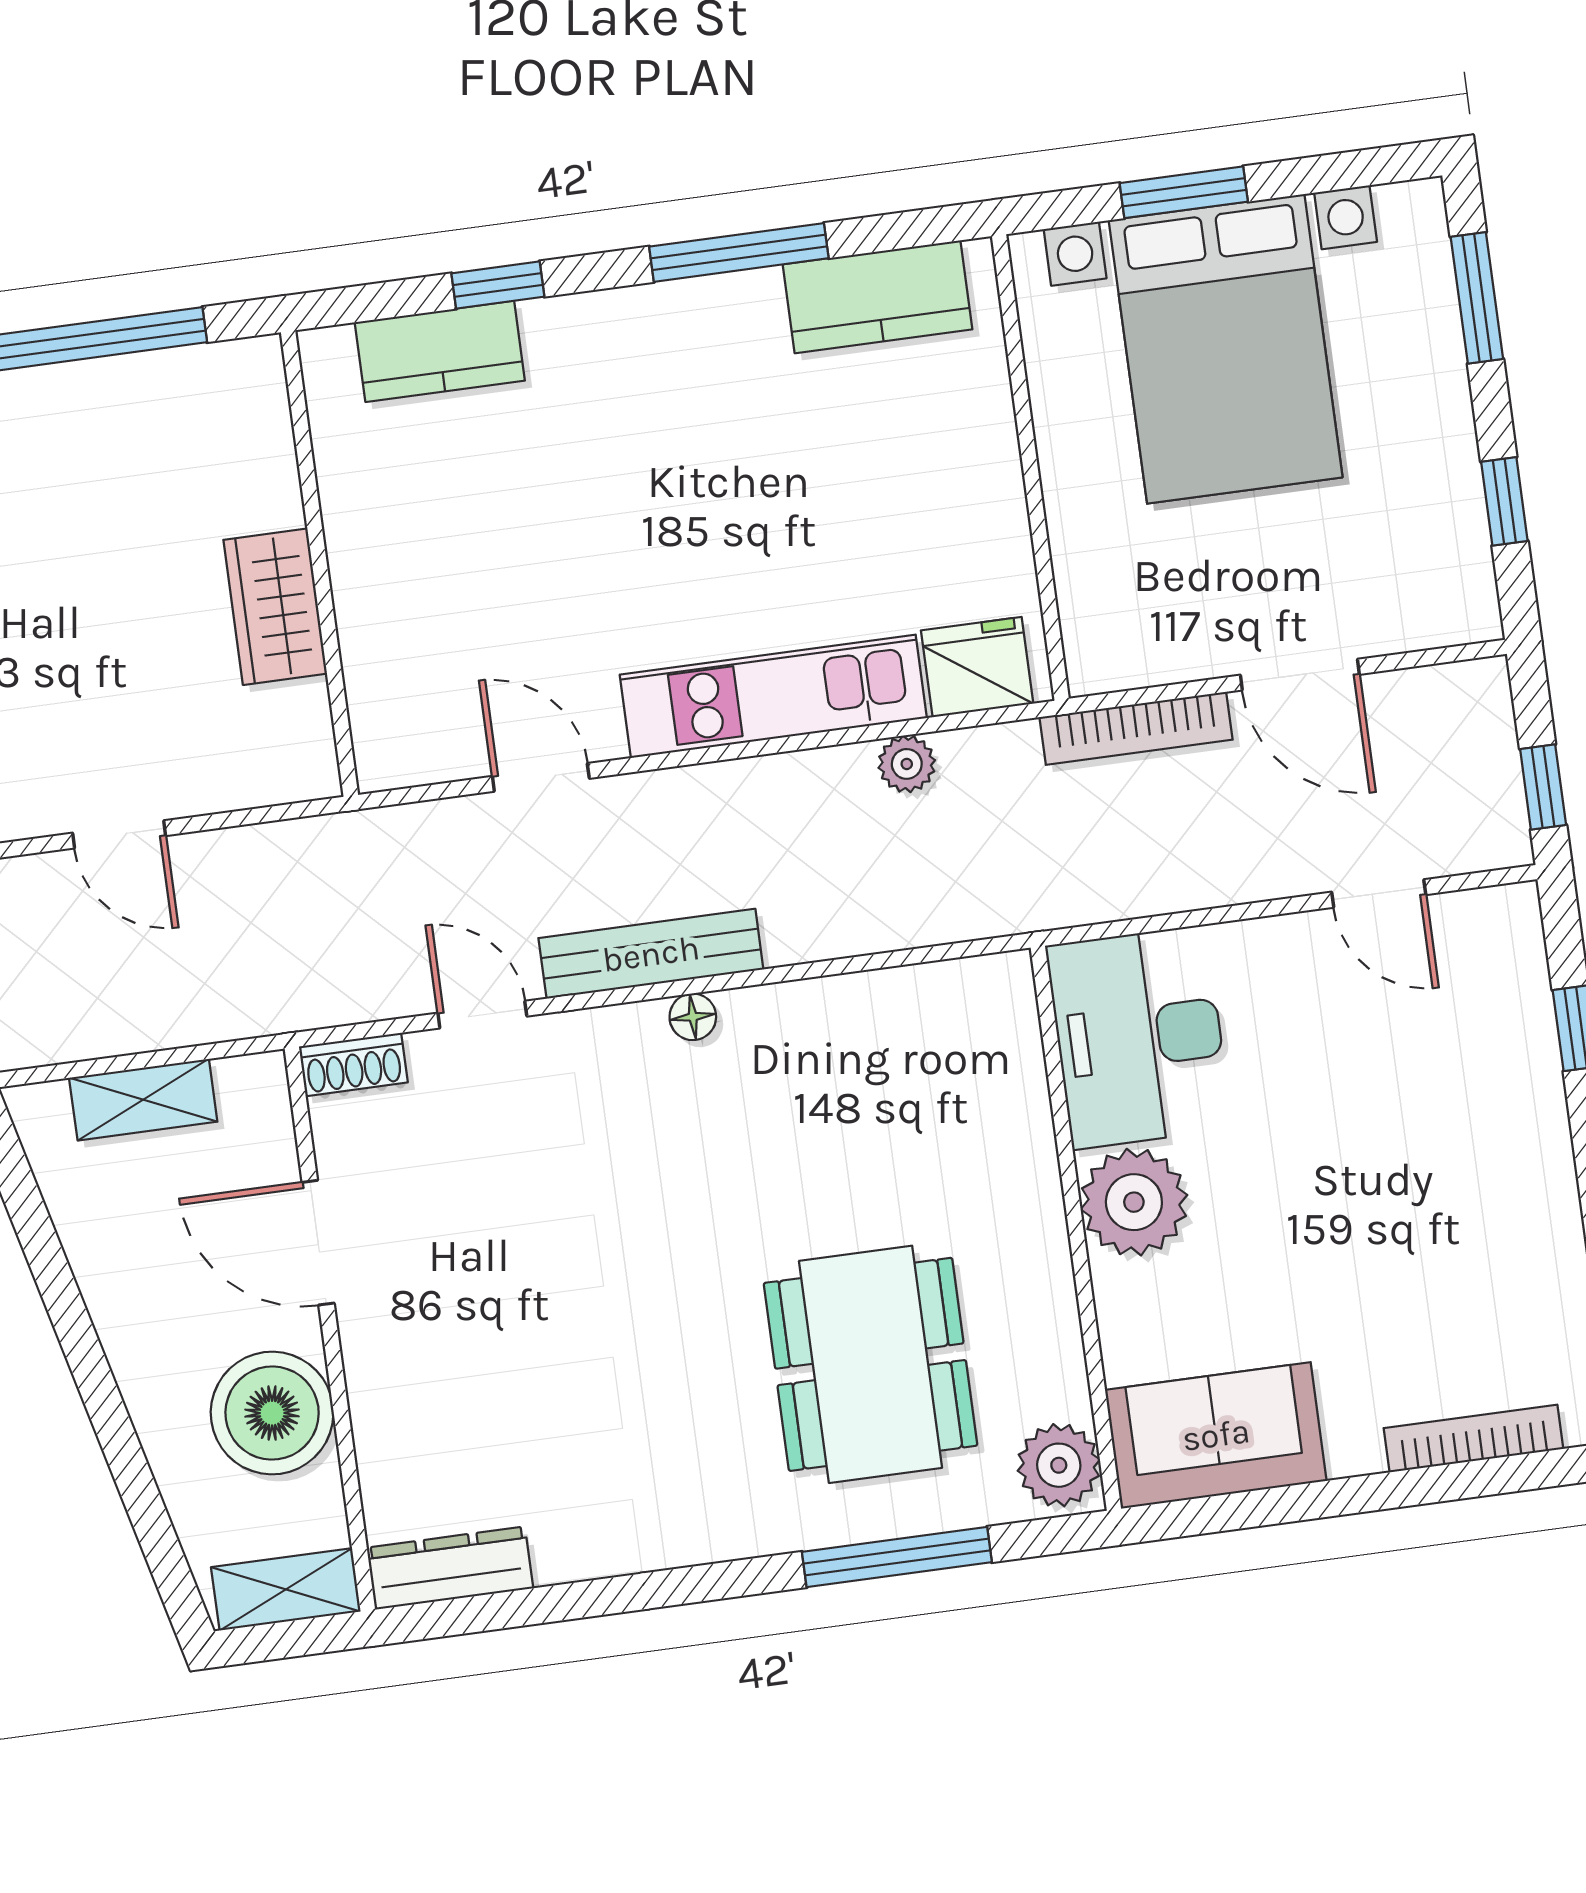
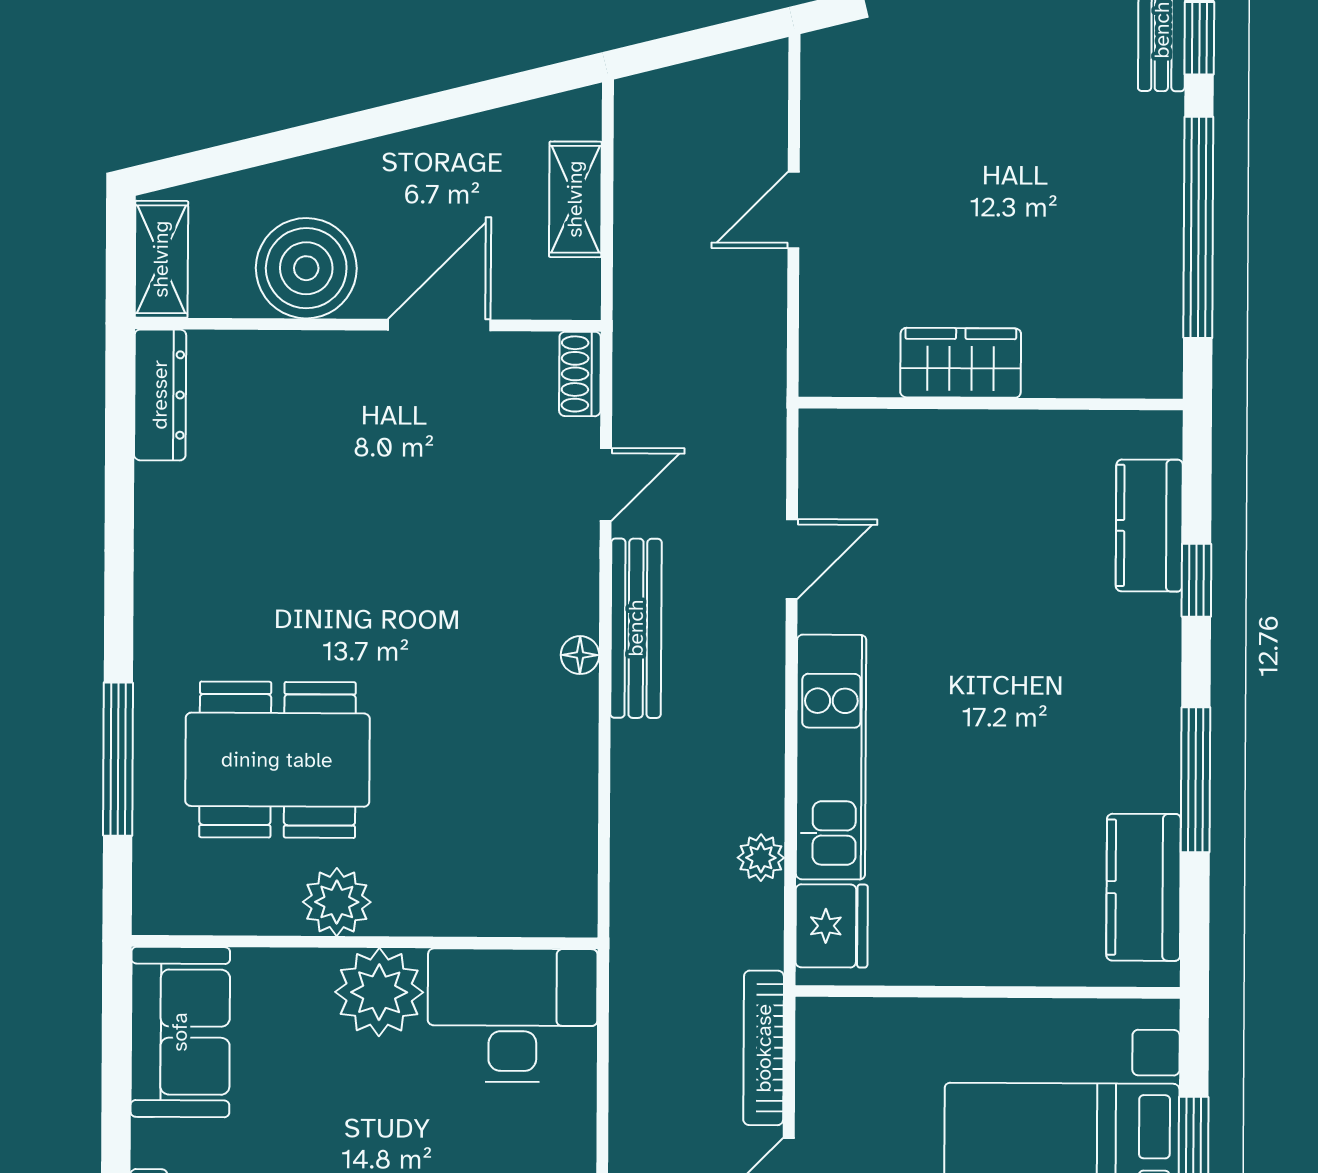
plant: (1059, 1465) -> (337, 902), moved

